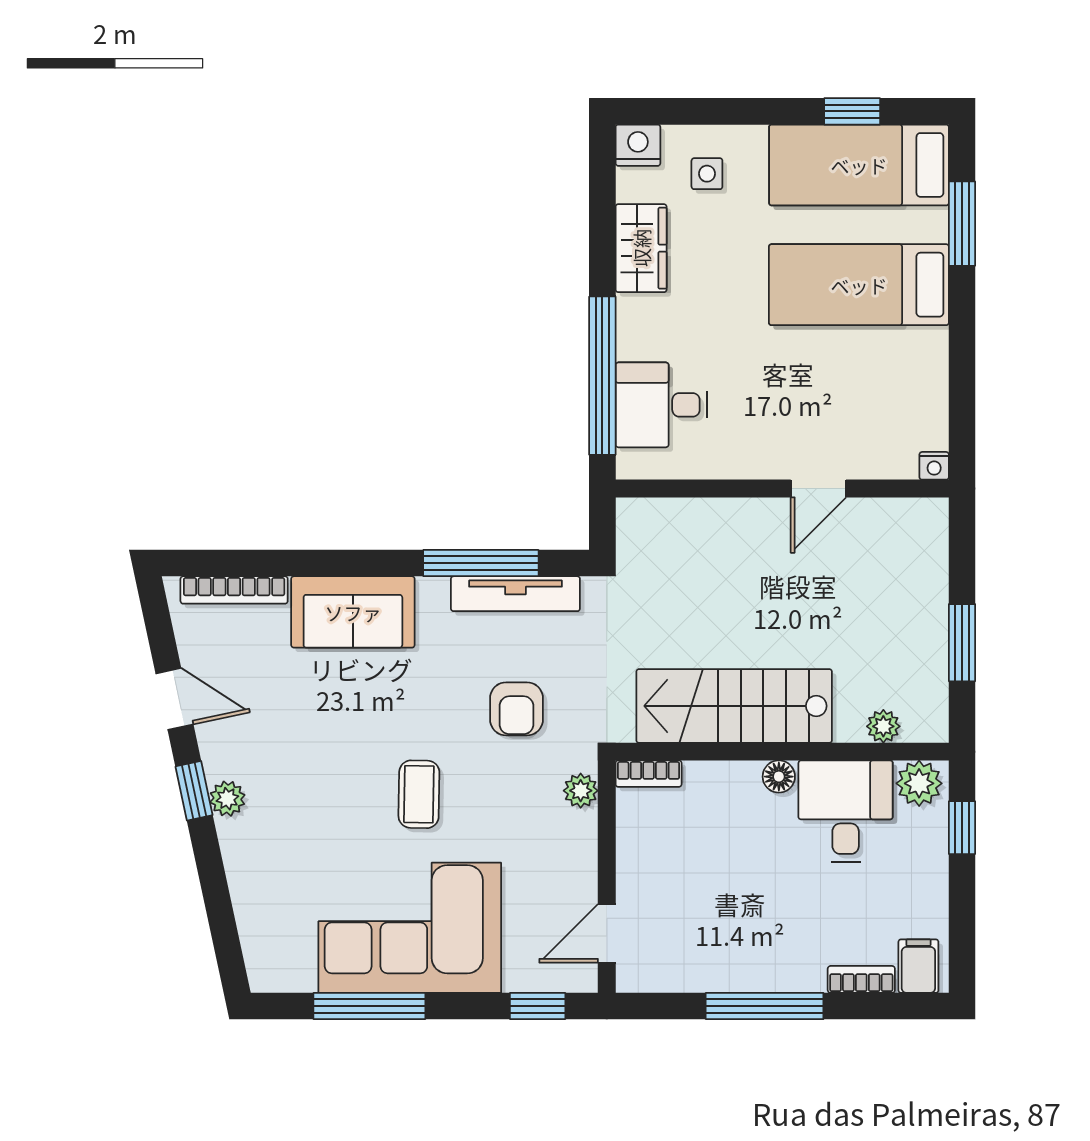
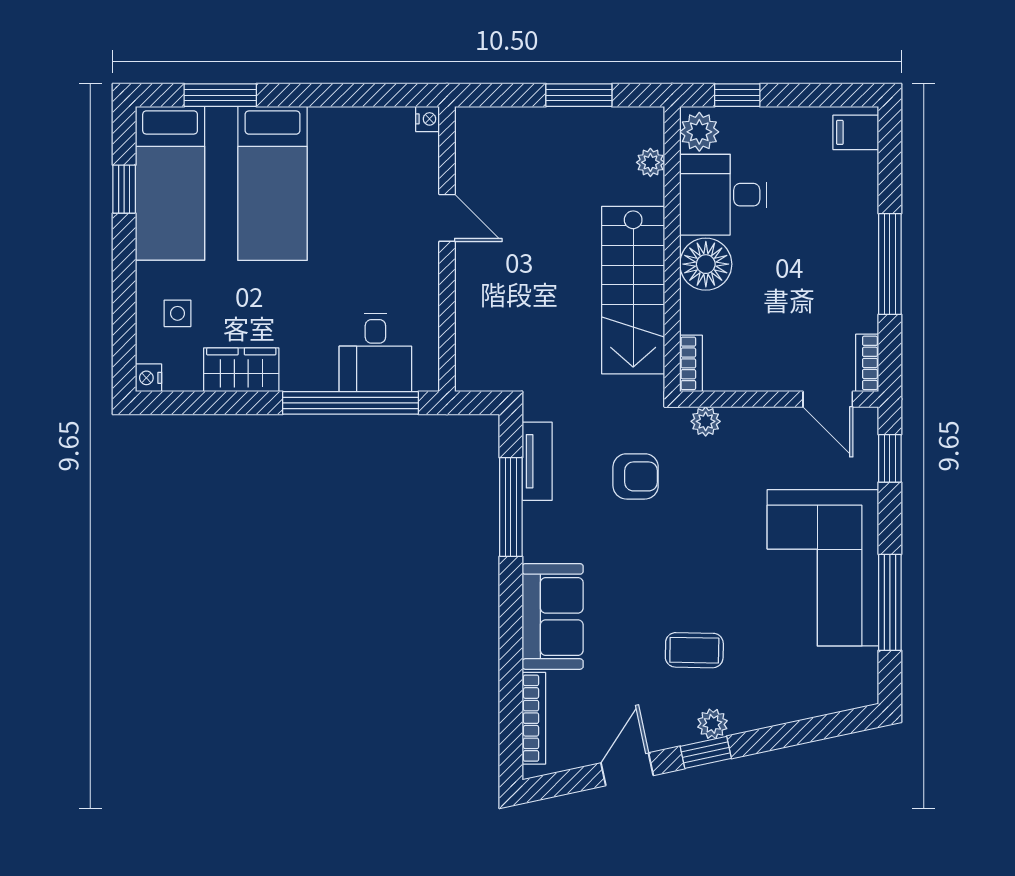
nightstand: (638, 145) -> (148, 378), width x0.72, depth x0.74
tv unit: (515, 594) -> (537, 461), width x0.71
floor lamp: (779, 777) -> (706, 264), width x1.89, depth x1.89
coffee table: (419, 794) -> (694, 650), moved
bookcase: (861, 979) -> (867, 363), moved

